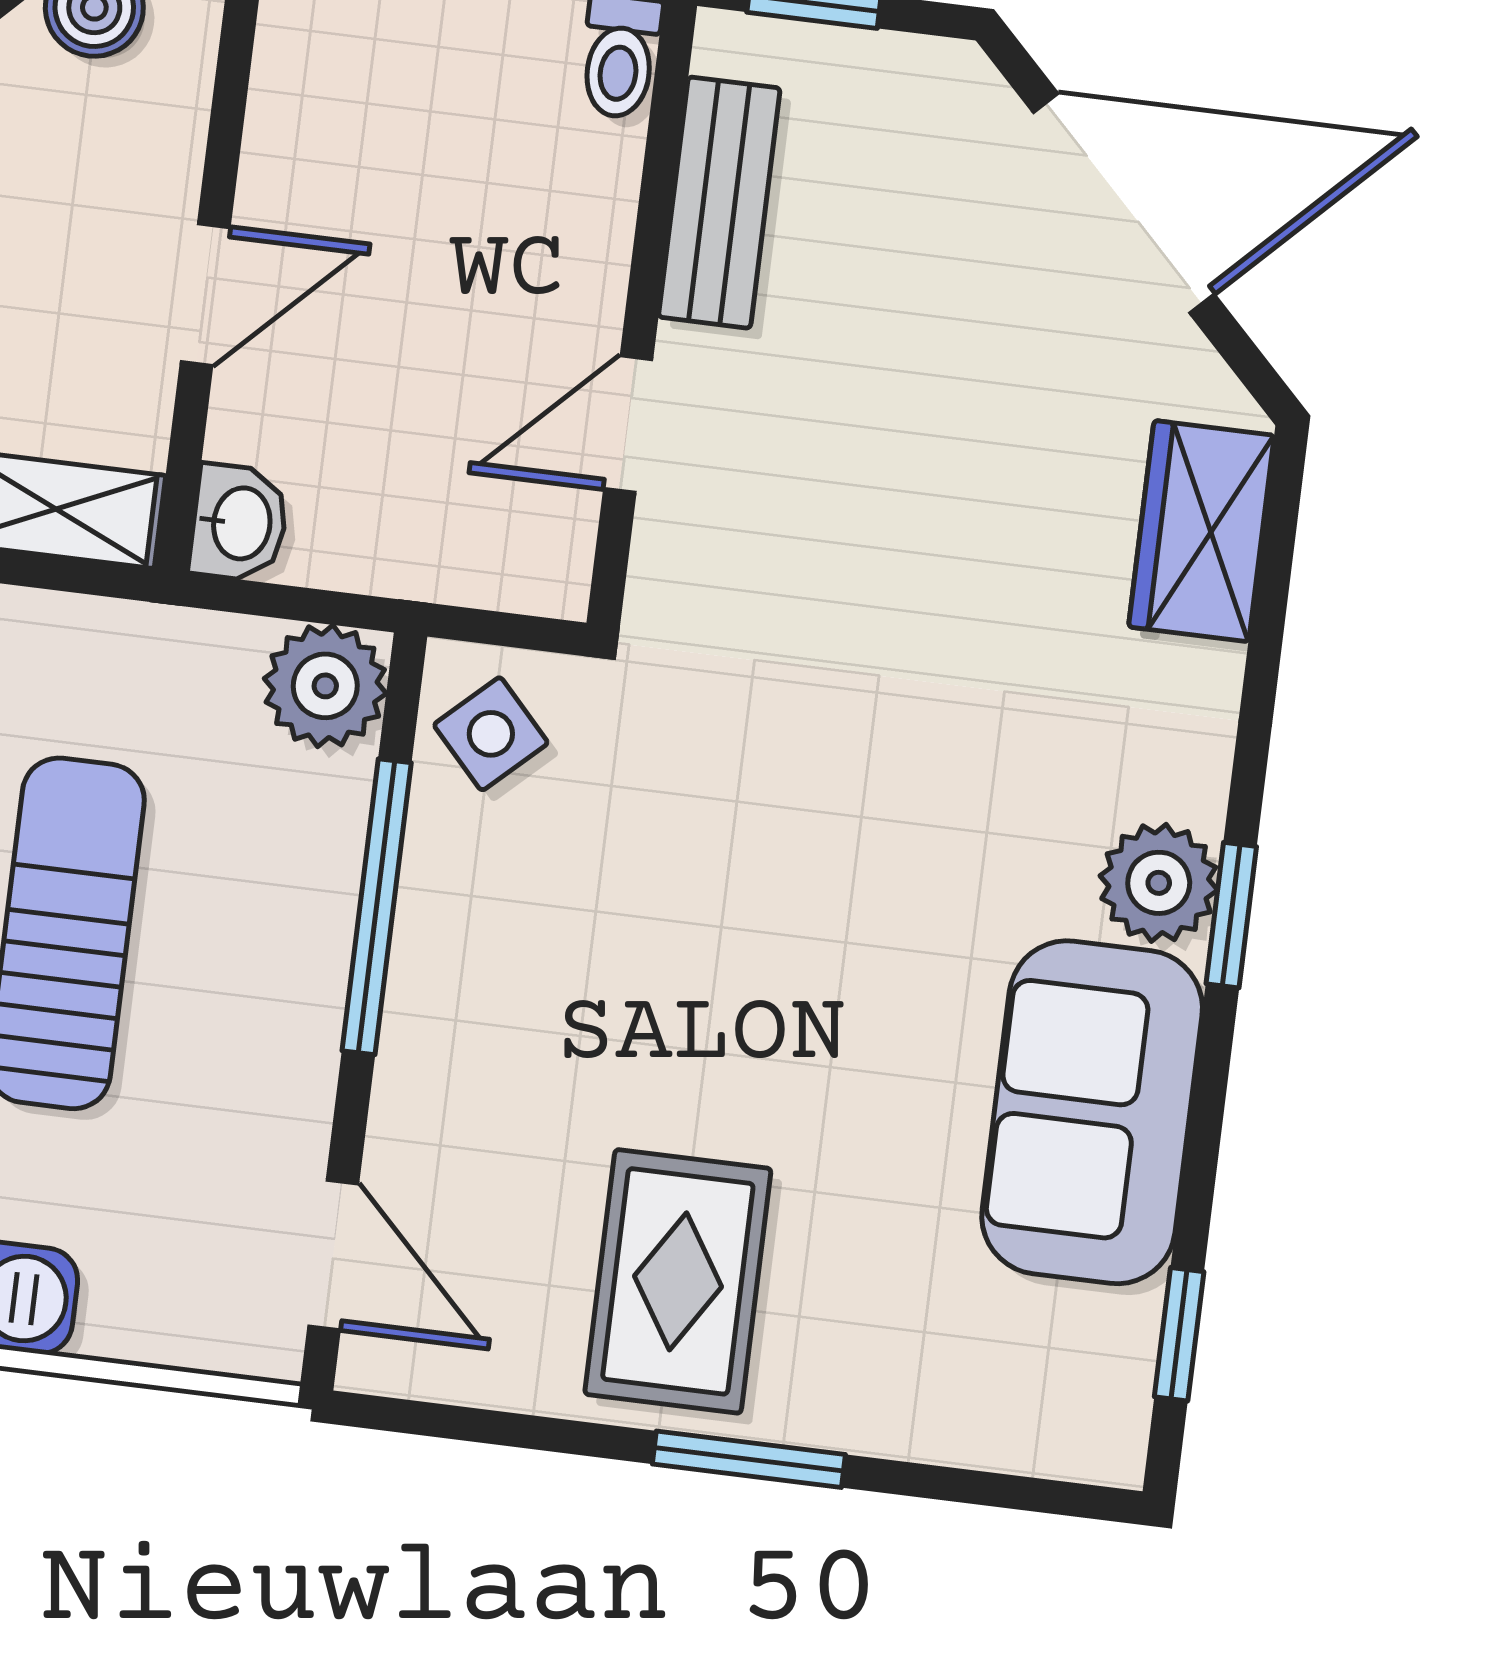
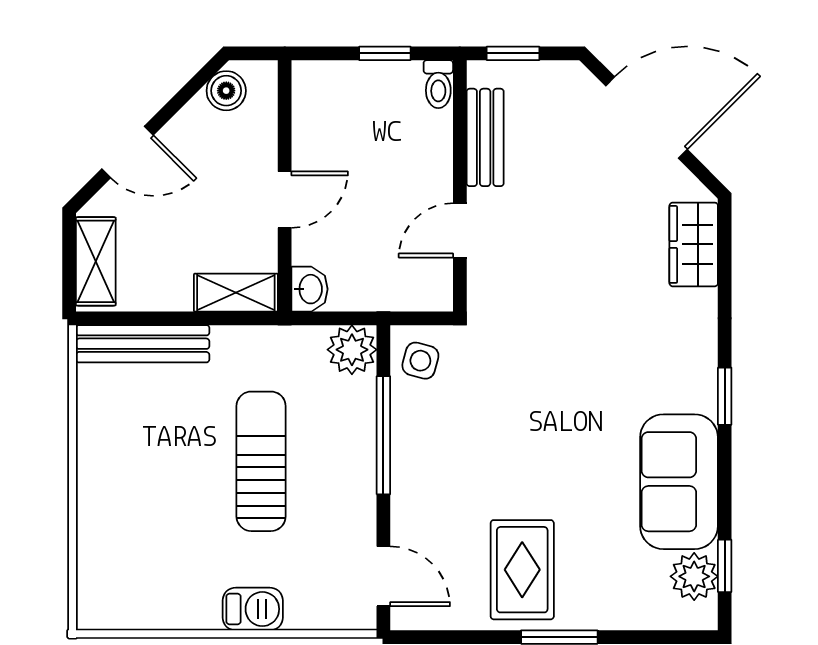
side table: (491, 734) -> (420, 361), turned -32
plant: (1159, 883) -> (694, 576), moved

